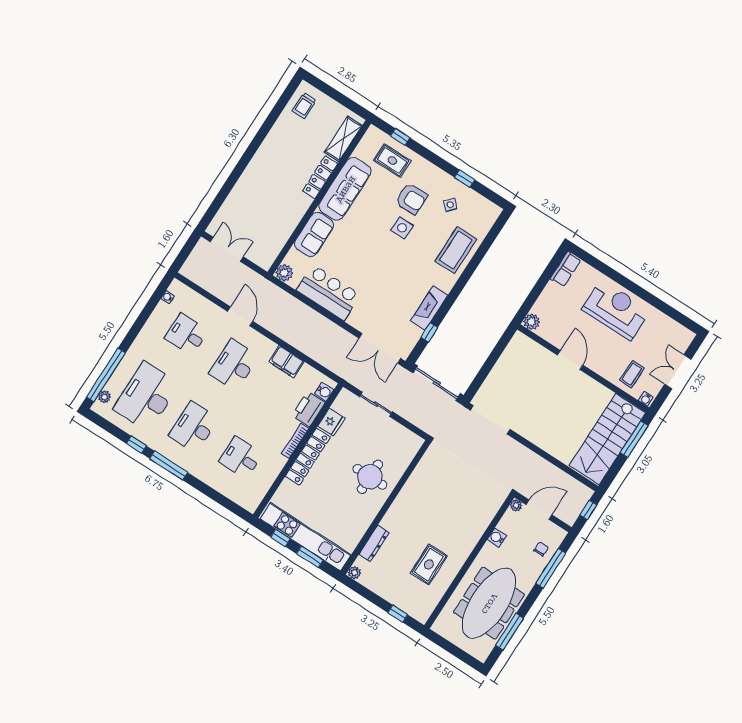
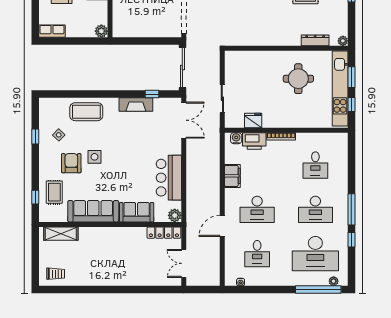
locker: (320, 177) -> (164, 233), moved
locker: (308, 457) -> (286, 121), removed
round table: (370, 477) -> (298, 79), moved

